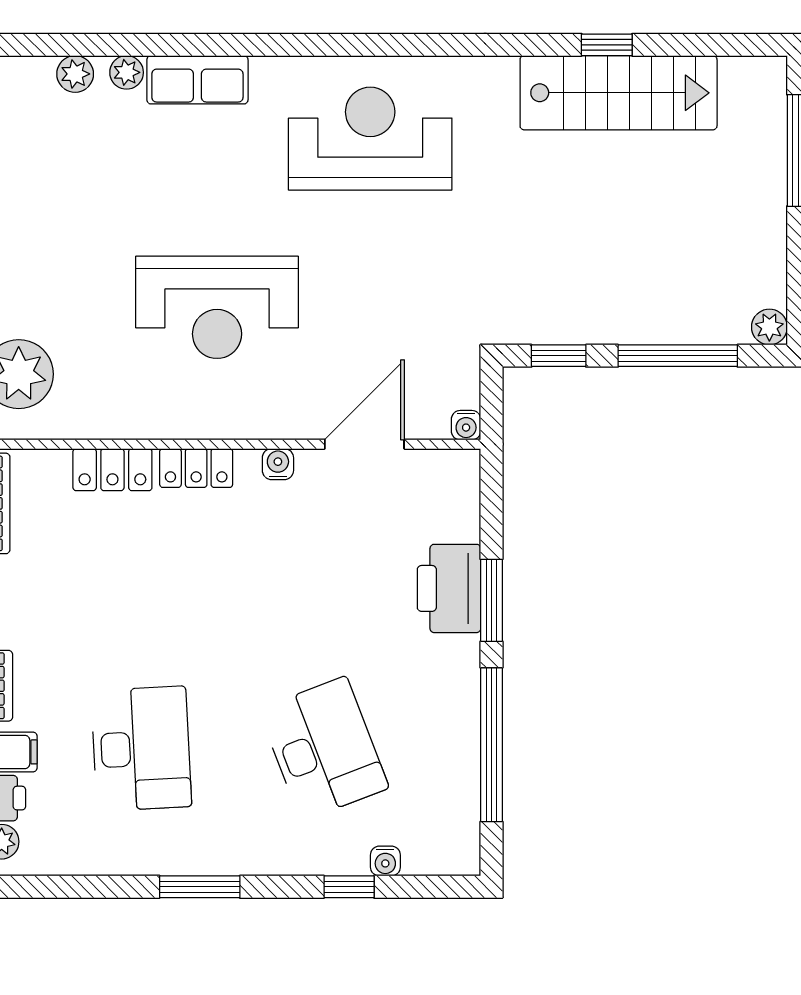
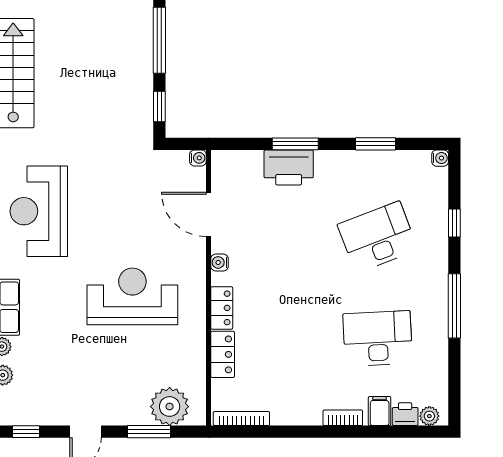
reception desk: (217, 307) -> (132, 296), turned -90
window: (492, 745) -> (375, 144), width x0.47
water cooler: (385, 861) -> (440, 158), moved
window: (200, 887) -> (454, 306), width x1.44

